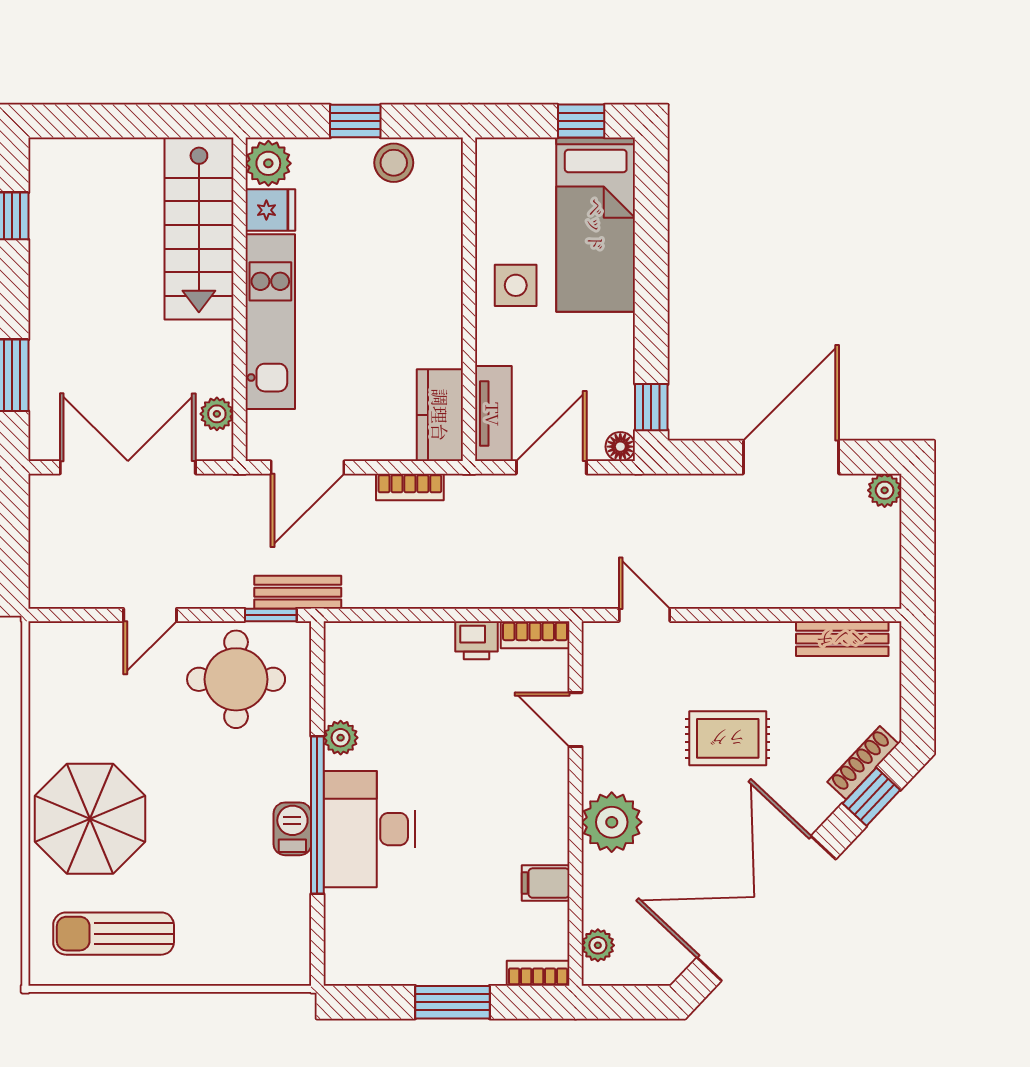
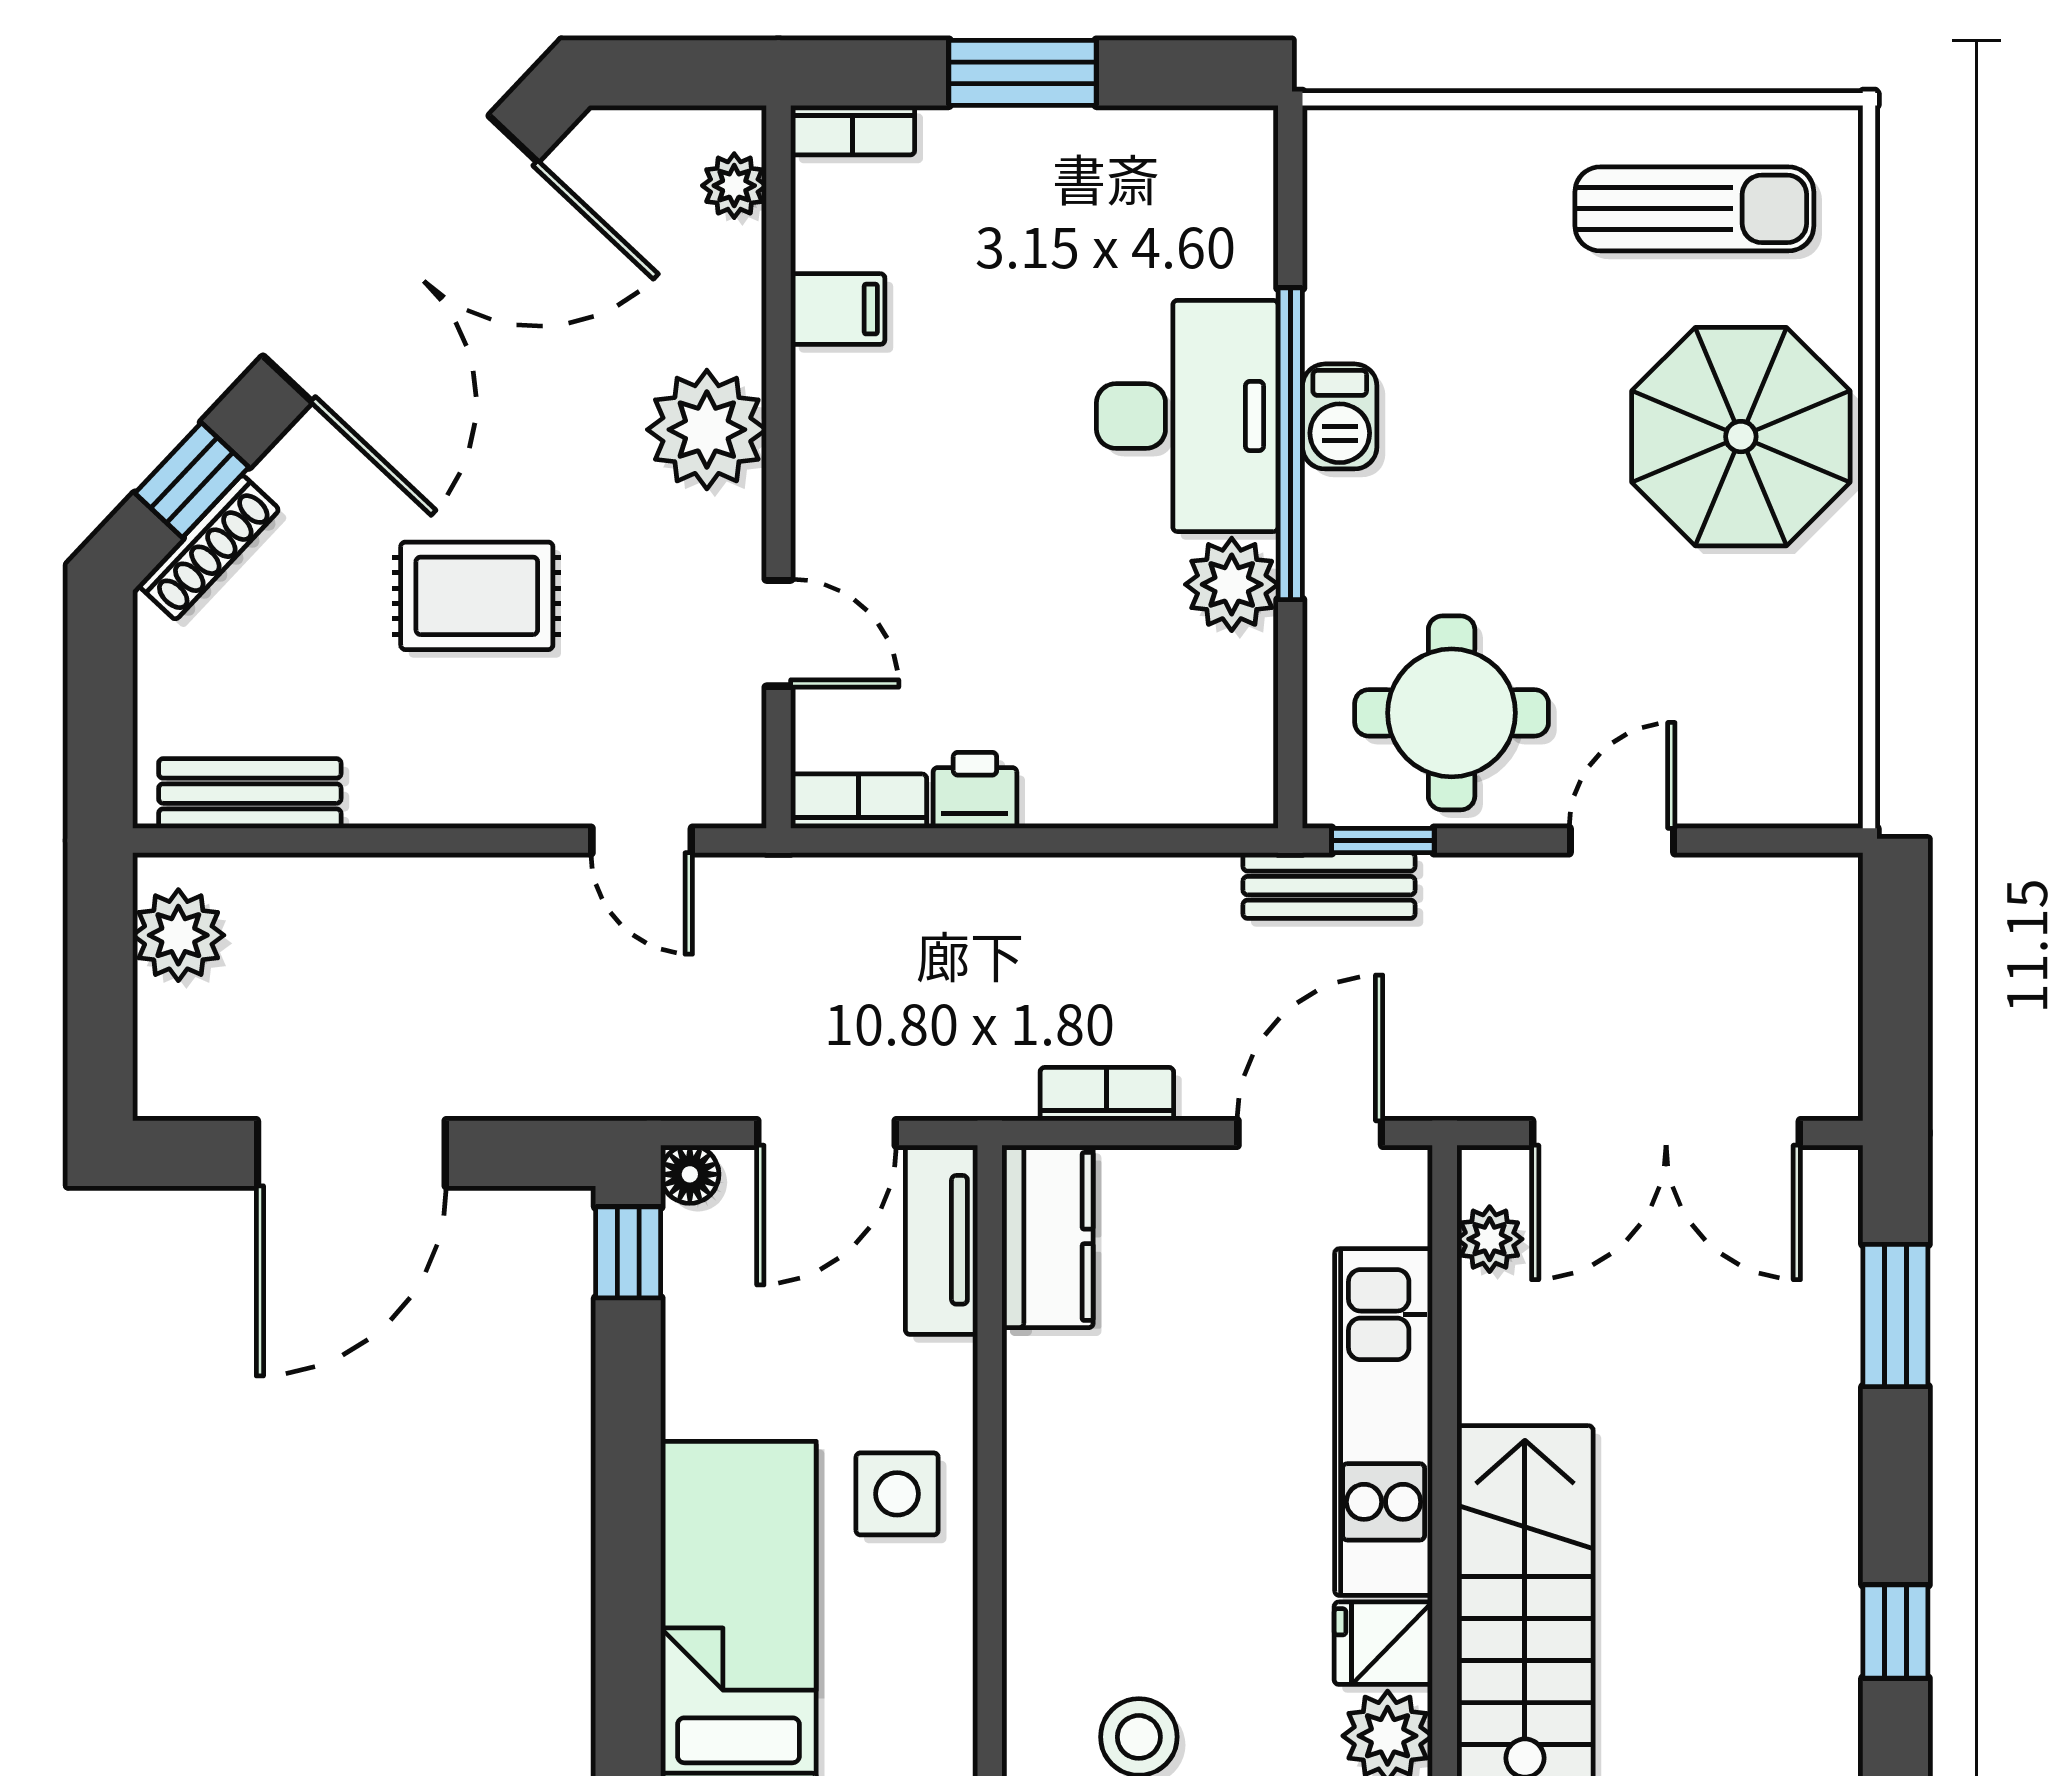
plant: (885, 490) -> (178, 935), moved, width x1.38, depth x1.38
plant: (341, 738) -> (1232, 584), width x1.38, depth x1.38

